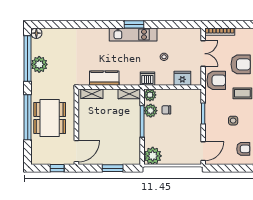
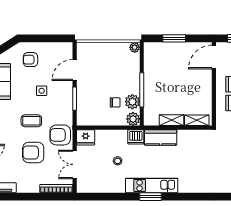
kitchen counter: (104, 78) -> (161, 137), moved
fridge: (182, 78) -> (86, 137), moved
shelving: (129, 94) -> (171, 120), moved
door: (203, 151) -> (75, 70), moved
plant: (153, 156) -> (135, 47), width x0.53, depth x0.53

